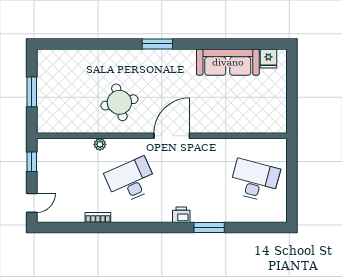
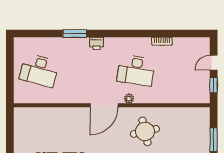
plant: (100, 144) -> (129, 99), moved
desk: (131, 180) -> (136, 70), turned 33
door: (32, 203) -> (214, 63), moved

